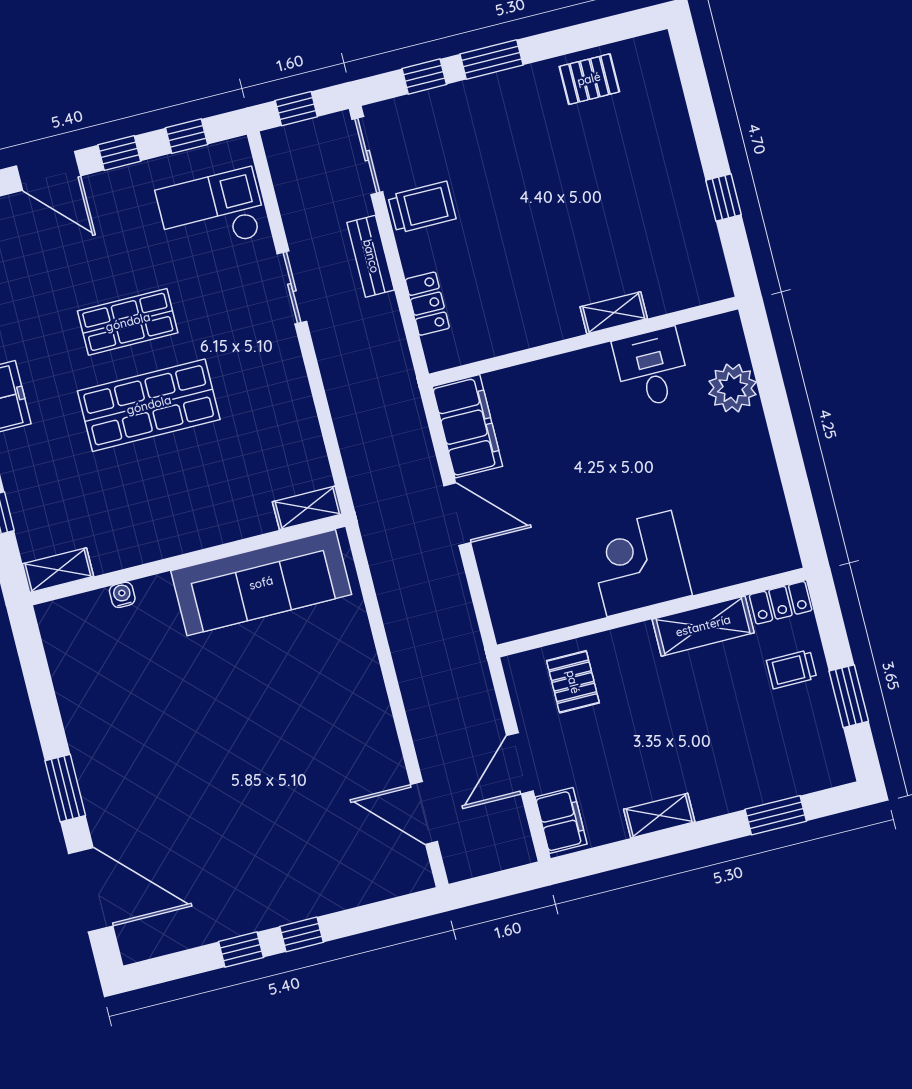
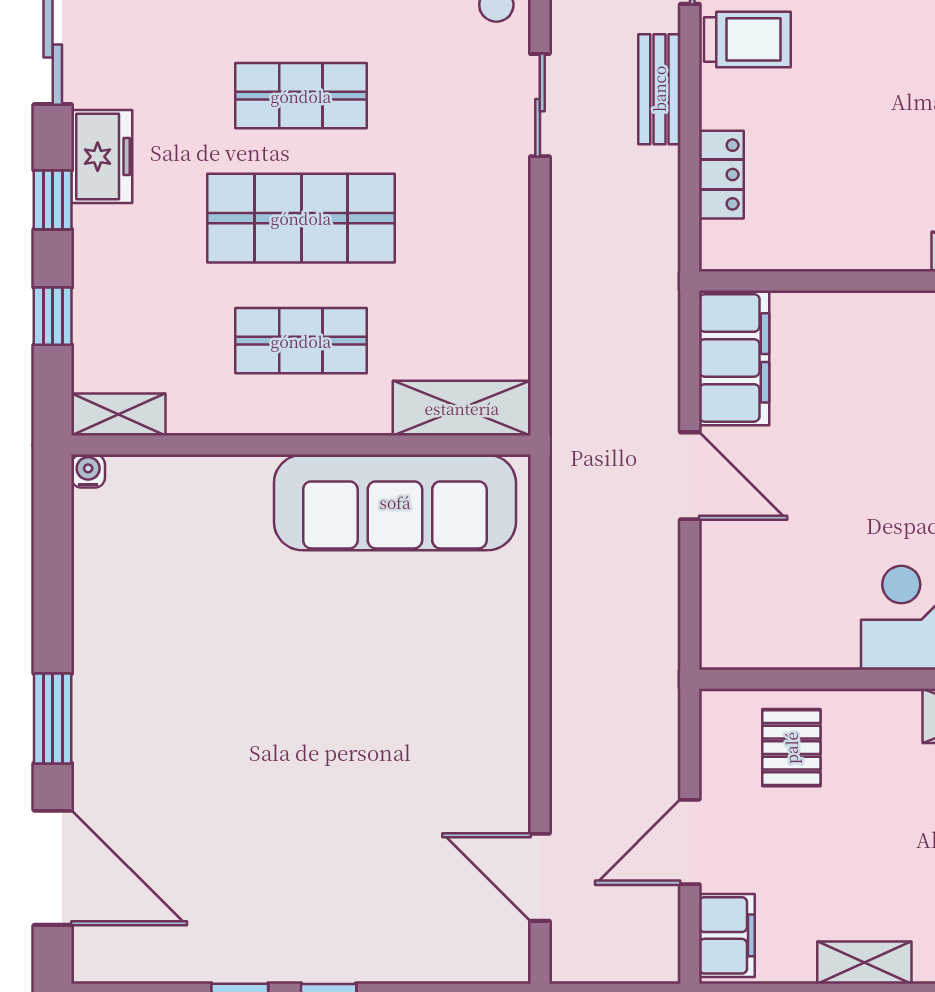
shop shelf: (170, 489) -> (301, 341), added
shelving: (307, 508) -> (462, 408), width x1.50, depth x1.33
water cooler: (122, 595) -> (88, 471), moved

